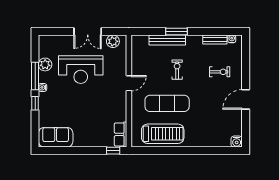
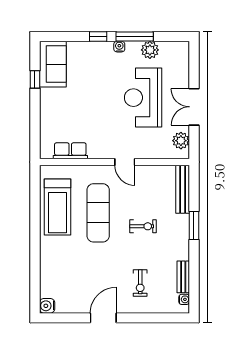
bench: (167, 40) -> (183, 189), moved
door: (246, 99) -> (103, 318), hinge flipped
row of seats: (121, 134) -> (70, 151), moved
window: (113, 151) -> (35, 79), moved

